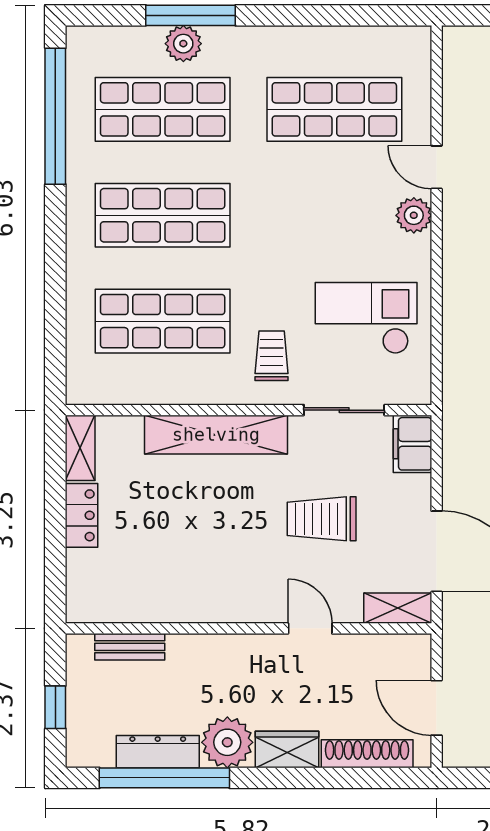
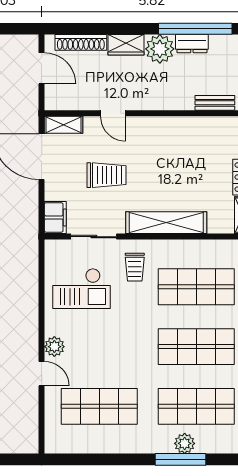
dresser: (158, 752) -> (192, 44), width x0.70

